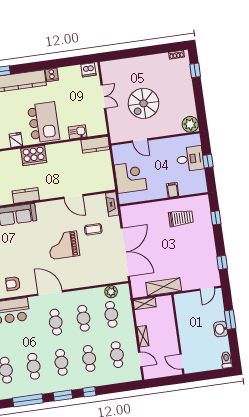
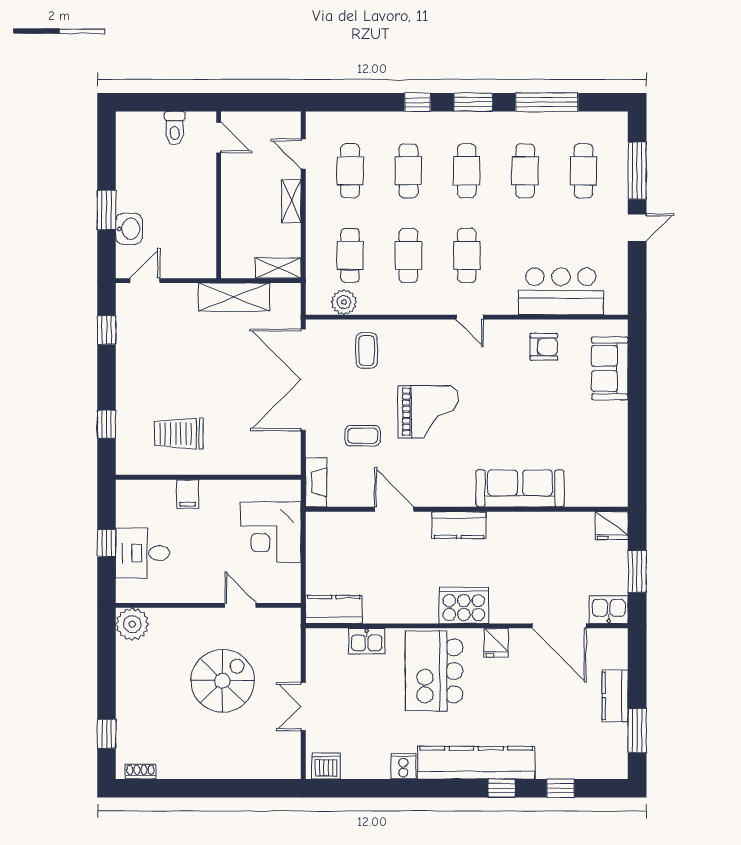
kitchen counter: (26, 196) -> (459, 525), moved
coffee table: (97, 270) -> (367, 350), added
door: (50, 293) -> (470, 317), width x0.53
washbasin: (221, 329) -> (129, 229), moved
toilet: (226, 360) -> (175, 128), moved

